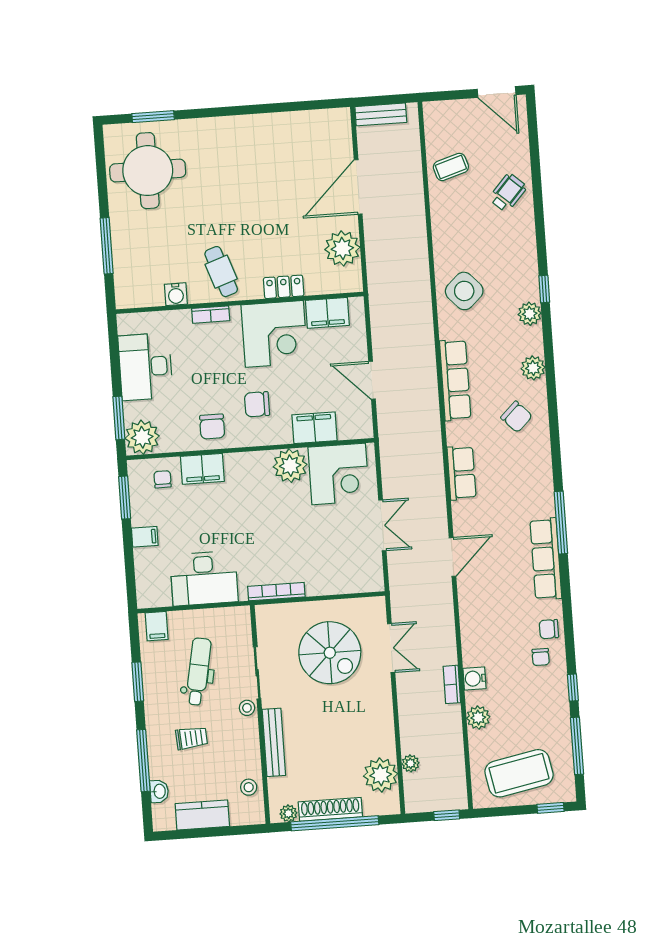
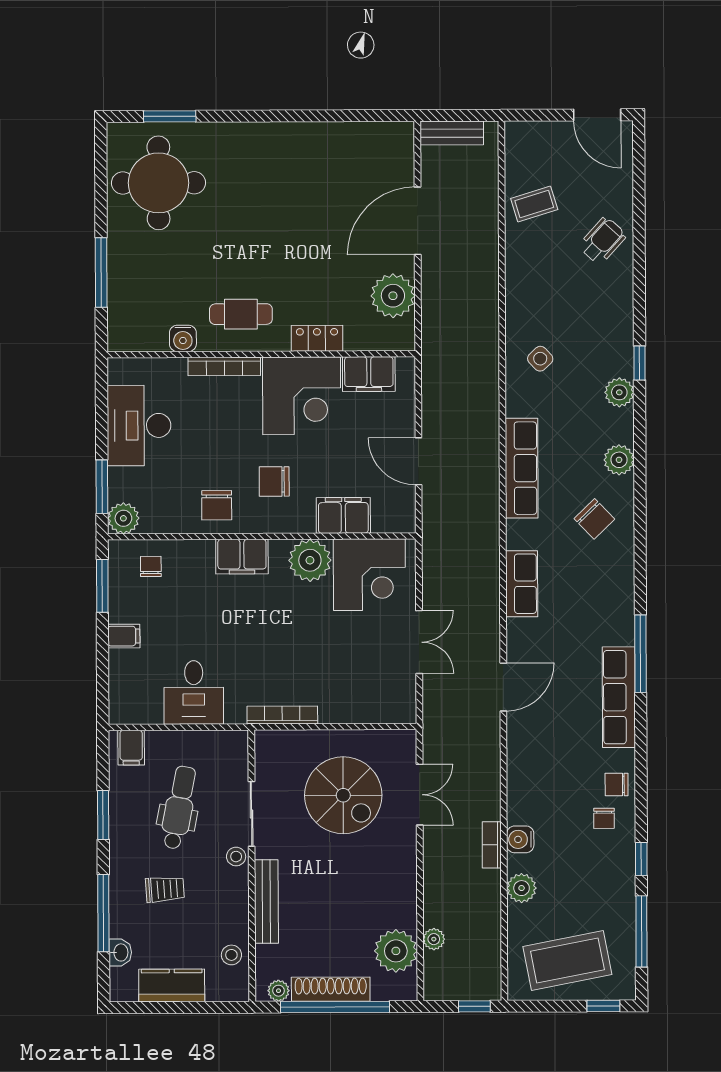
cafe table: (221, 272) -> (241, 314), turned -71
side table: (464, 291) -> (540, 359), width x0.54, depth x0.54
bookcase: (211, 315) -> (224, 366), width x1.56
plant: (142, 437) -> (123, 518), width x0.73, depth x0.73
filing cabinet: (202, 469) -> (242, 557), moved
desk: (204, 578) -> (194, 692), width x0.73

